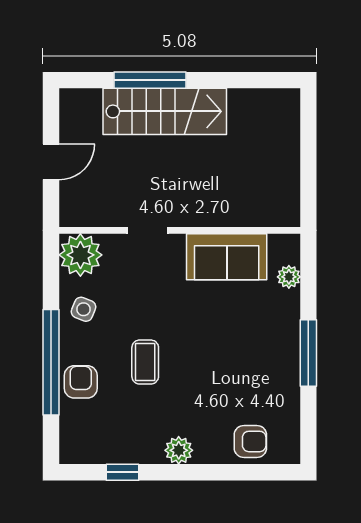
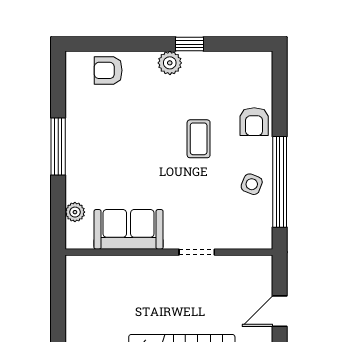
plant: (80, 255) -> (254, 231), removed
window: (51, 362) -> (280, 182), moved
window: (122, 472) -> (190, 44), moved

